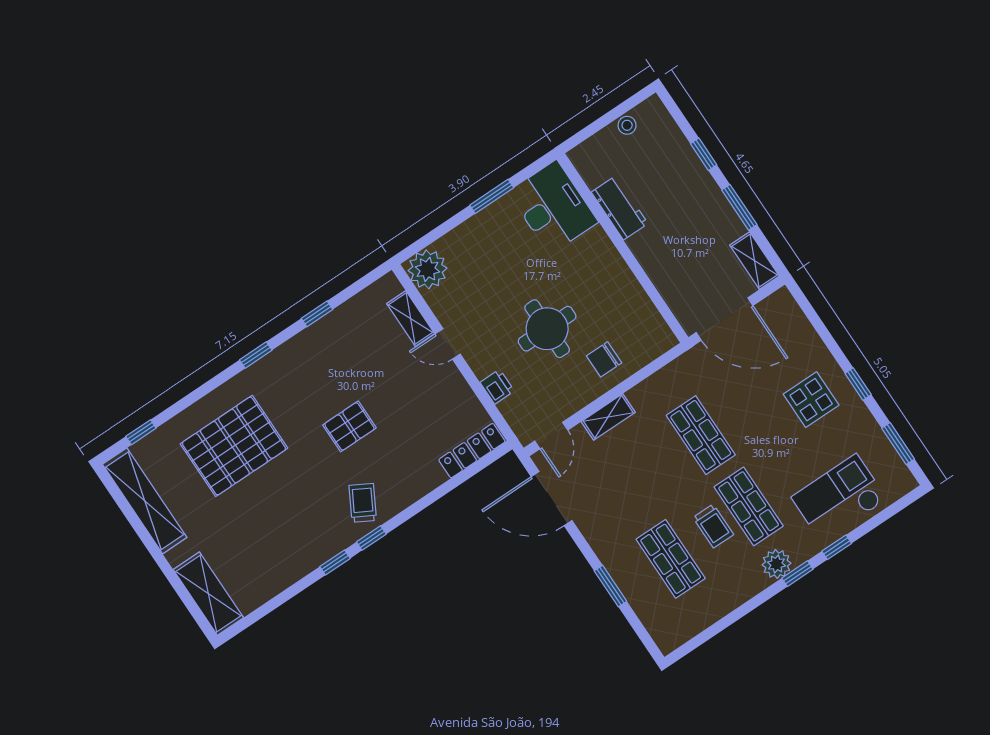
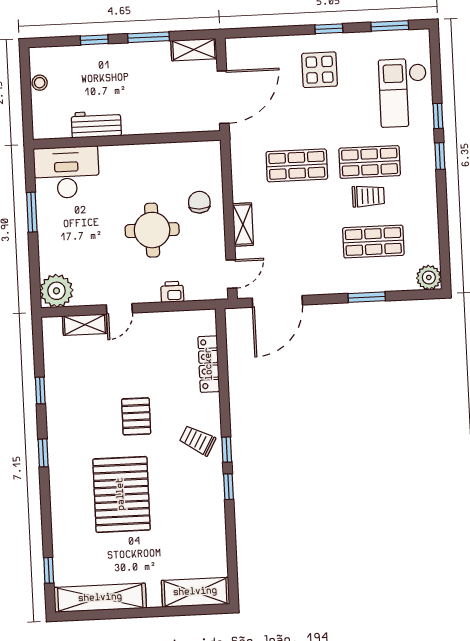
chair: (604, 359) -> (199, 202), turned 180
door: (551, 436) -> (231, 274), hinge flipped
pallet: (234, 446) -> (121, 494), moved
locker: (472, 451) -> (209, 364), moved
plant: (776, 564) -> (429, 277), moved

